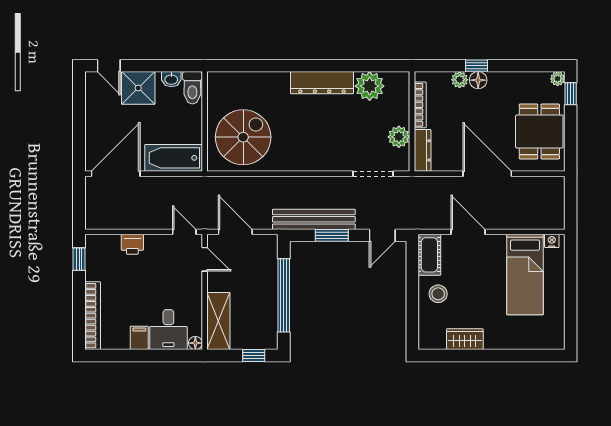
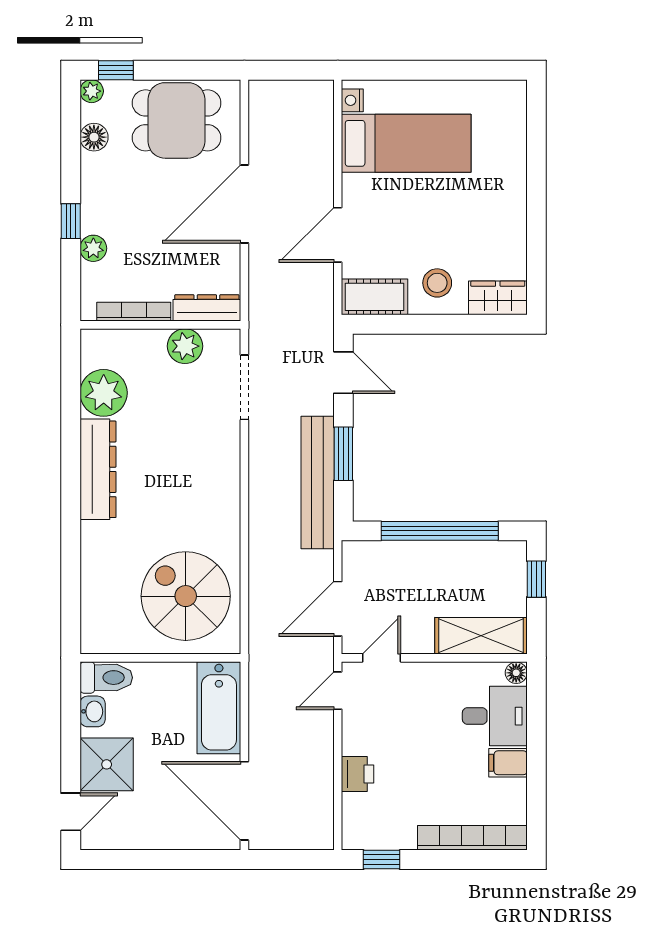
floor lamp: (478, 80) -> (94, 137), moved
wardrobe: (465, 339) -> (498, 298), moved, turned 90

